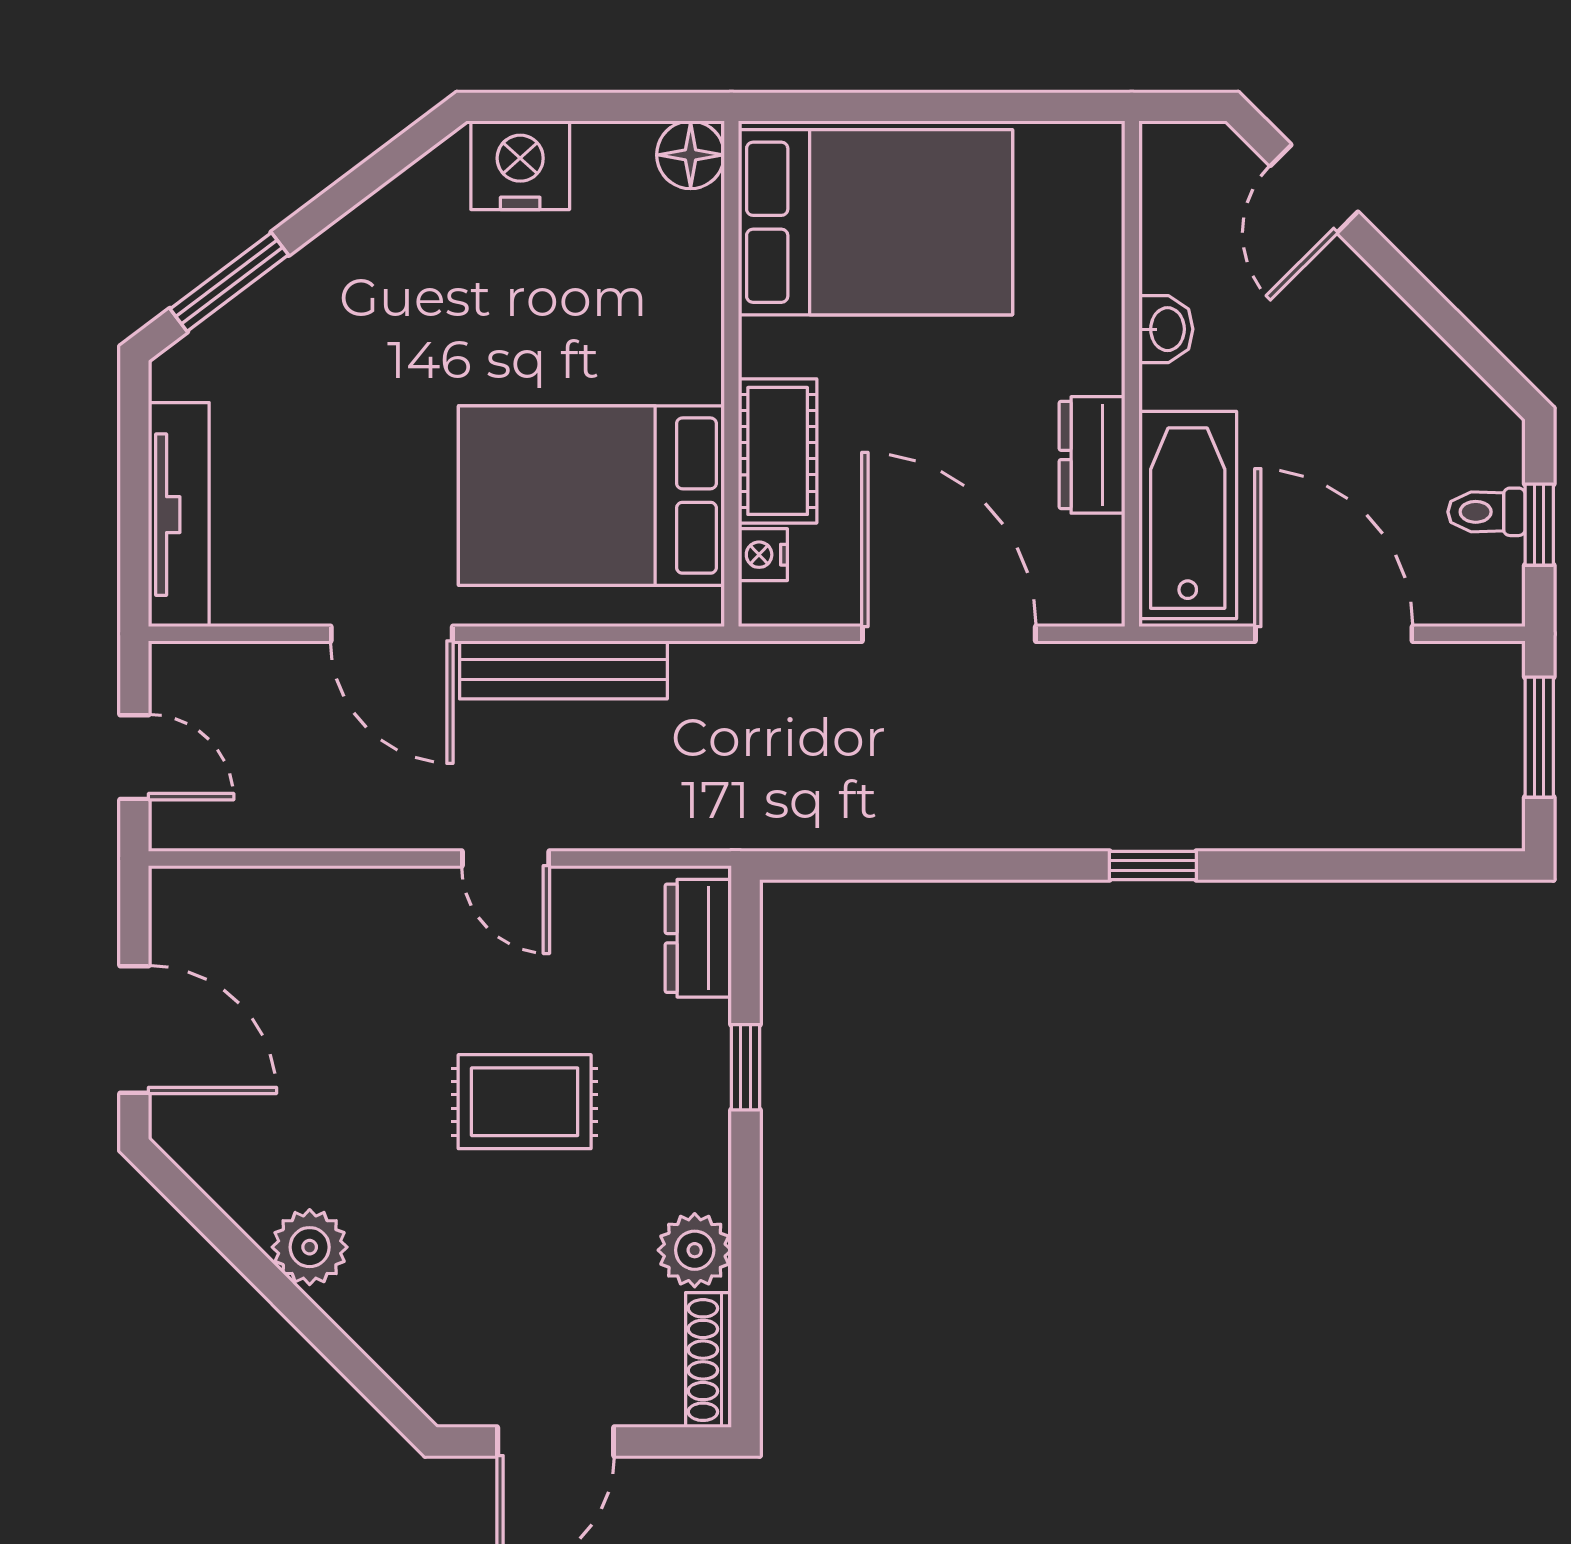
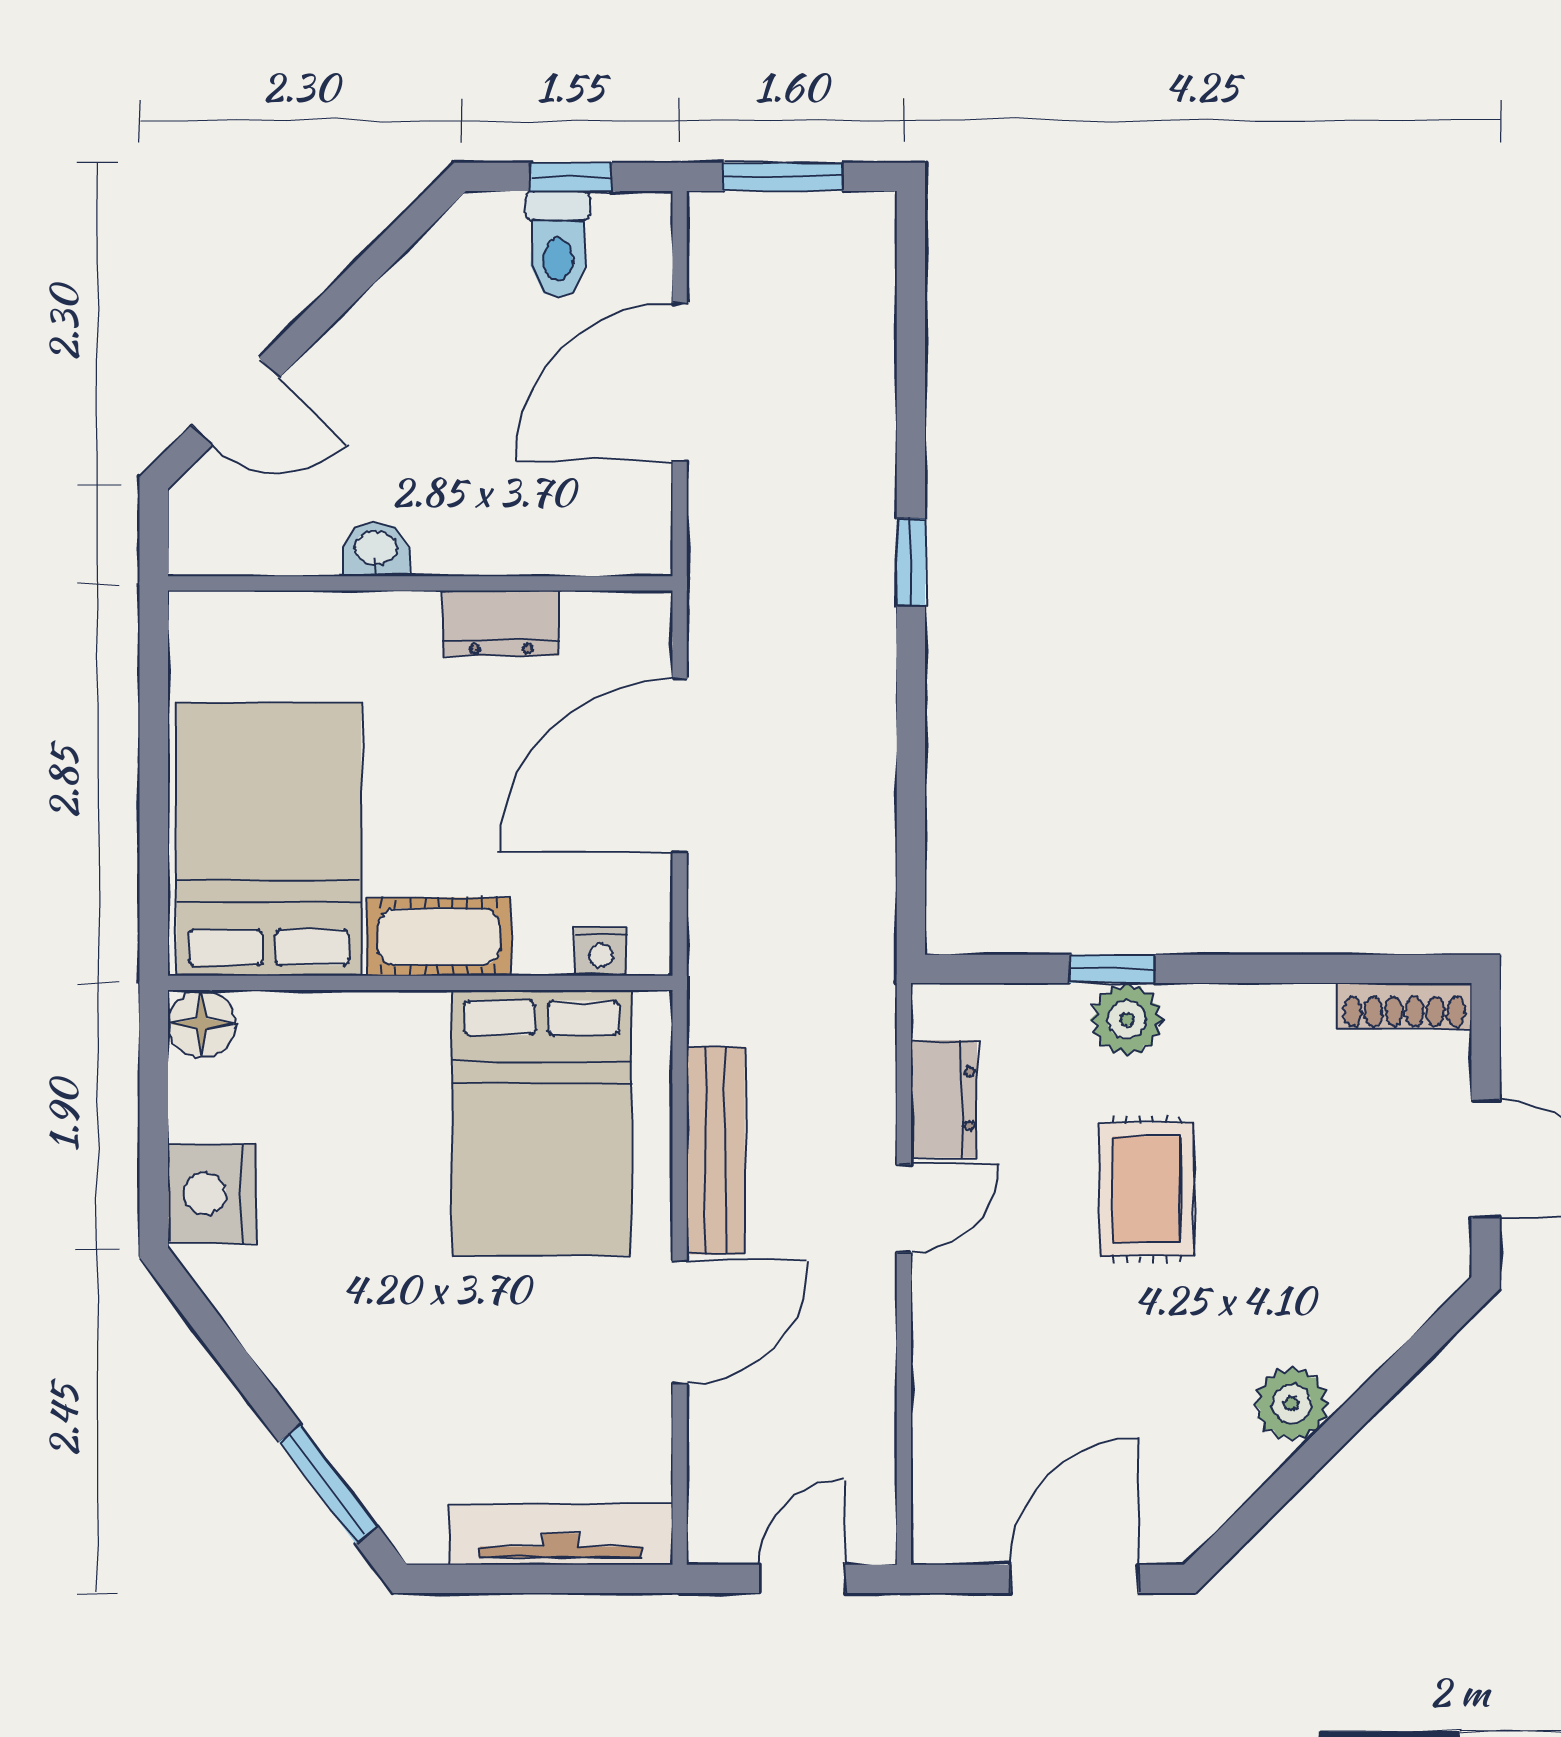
cot: (778, 451) -> (439, 937), moved
toilet: (1487, 512) -> (558, 244), width x1.37, depth x1.39
bathtub: (1188, 515) -> (561, 528), removed
dresser: (698, 938) -> (944, 1099), moved, turned -90
plant: (695, 1250) -> (1127, 1020), moved

